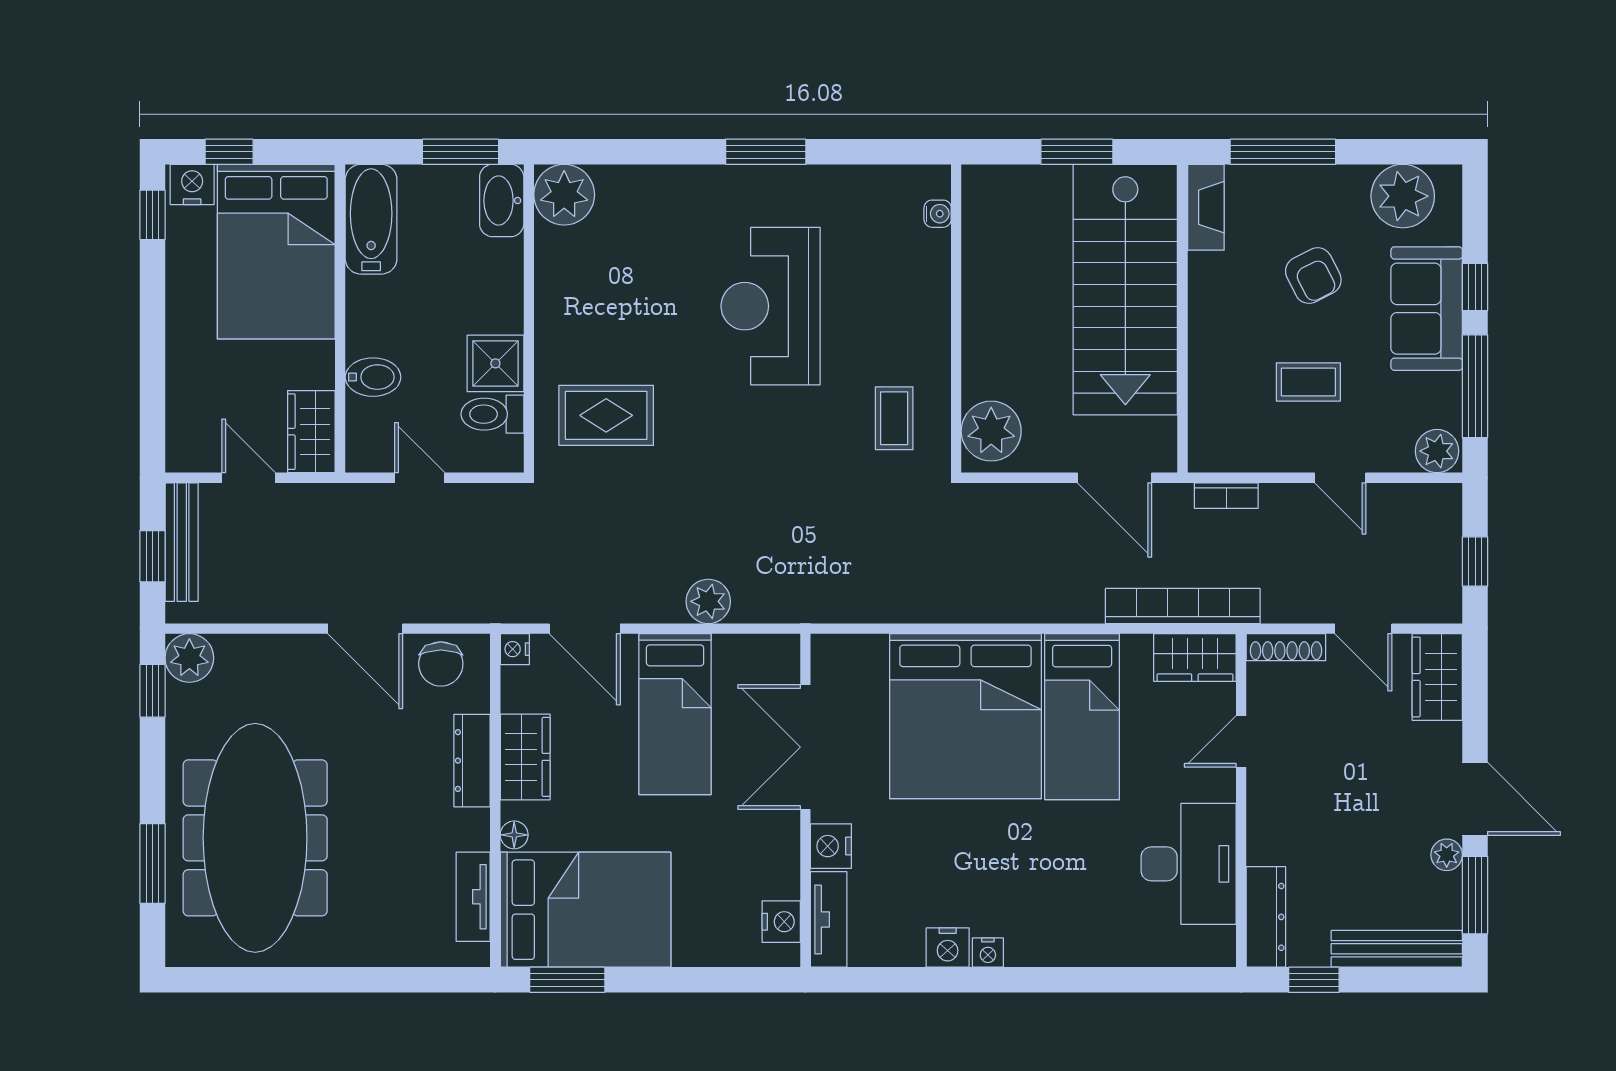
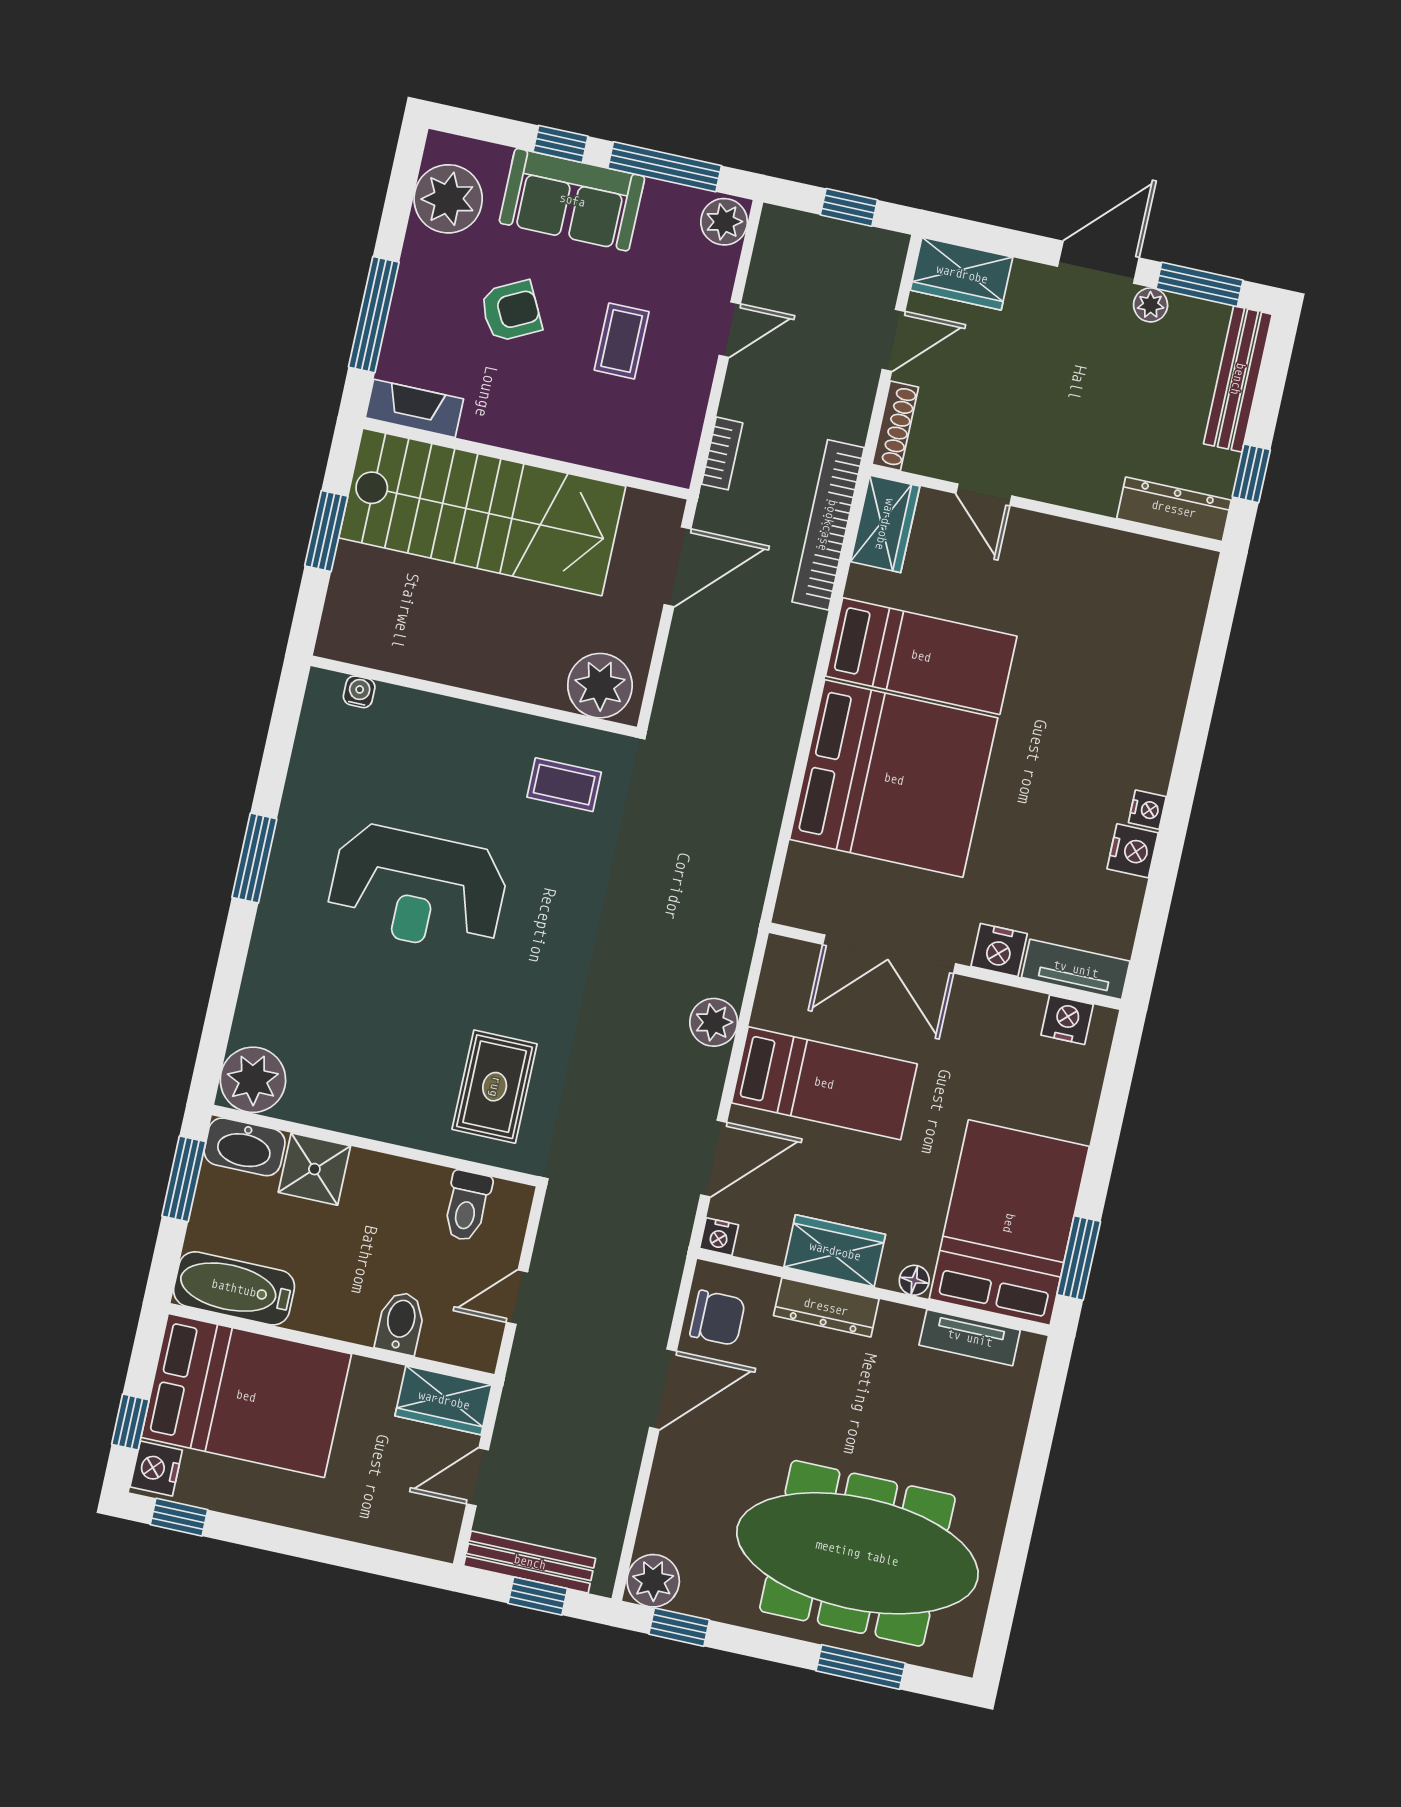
shower: (495, 363) -> (314, 1169), moved
desk: (1189, 864) -> (1100, 578), removed

